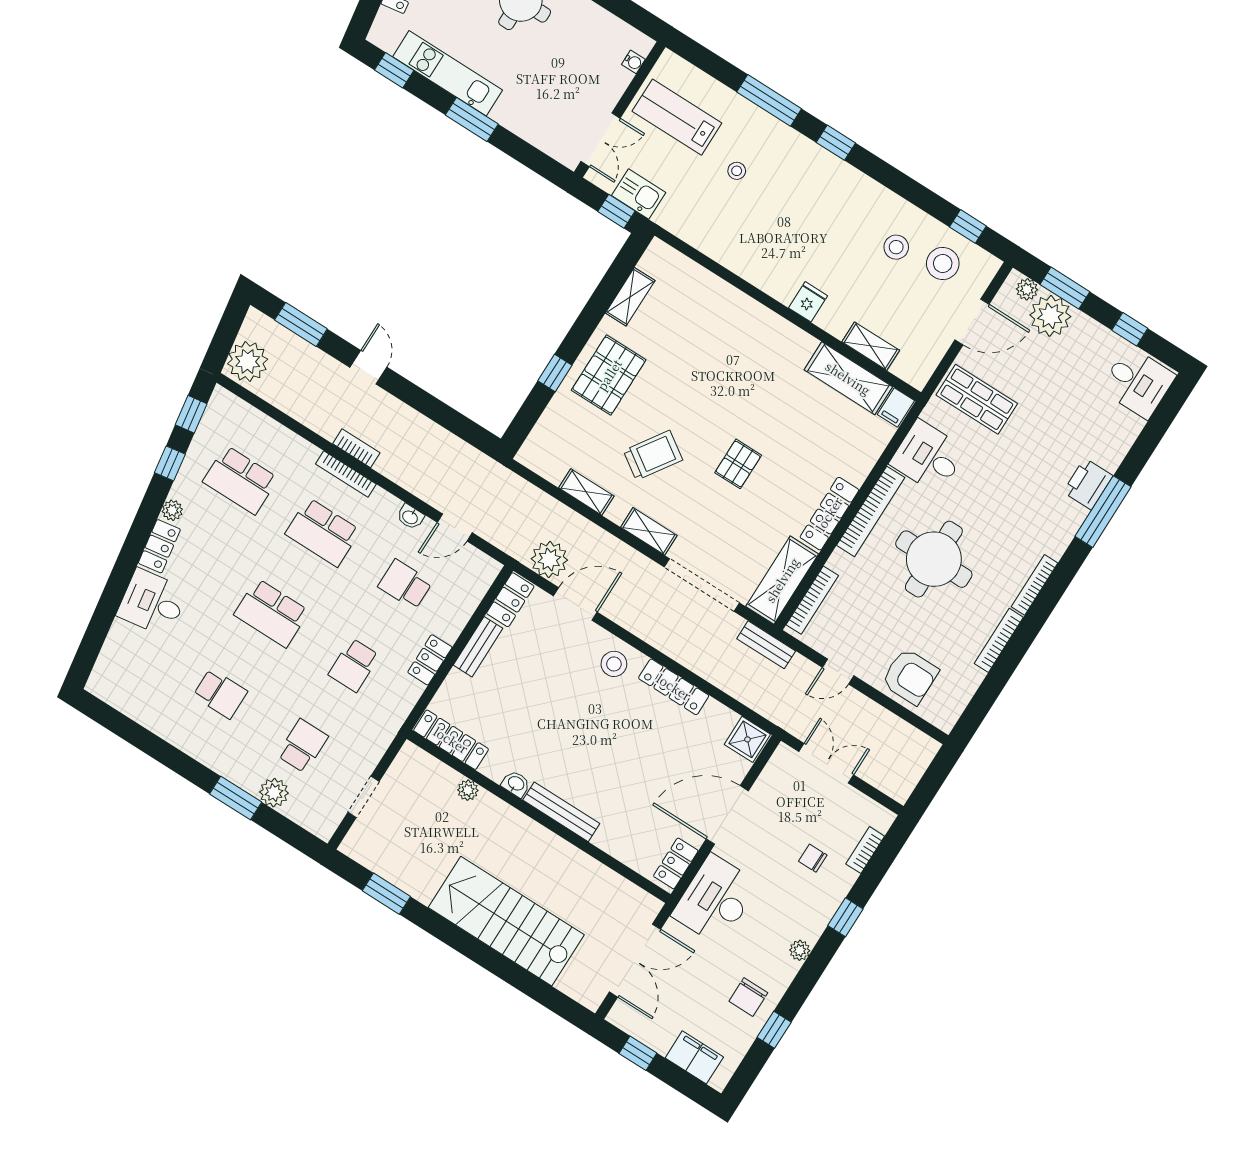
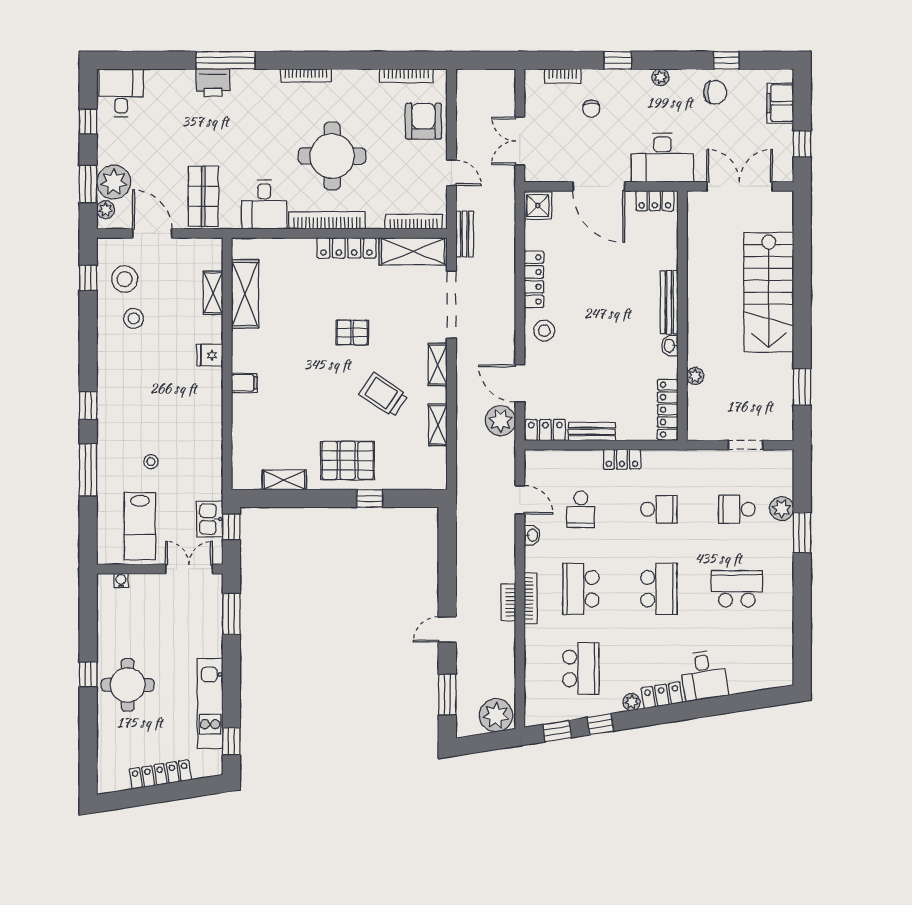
window: (472, 120) -> (231, 614), moved
filing cabinet: (896, 408) -> (244, 383), moved
school desk: (323, 532) -> (581, 589), turned 180
bookcase: (999, 640) -> (406, 76), moved
school desk: (220, 694) -> (737, 589), width x1.85

